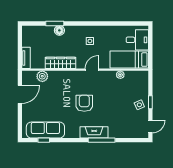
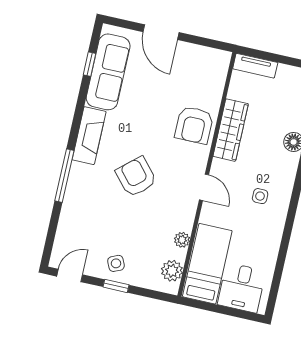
plant: (42, 76) -> (172, 271), moved
armchair: (62, 82) -> (194, 125), added
door: (20, 94) -> (161, 32), moved
armchair: (84, 103) -> (136, 177), moved, turned -131
door: (150, 126) -> (70, 275), swing flipped
fireplace: (94, 132) -> (89, 136), moved

